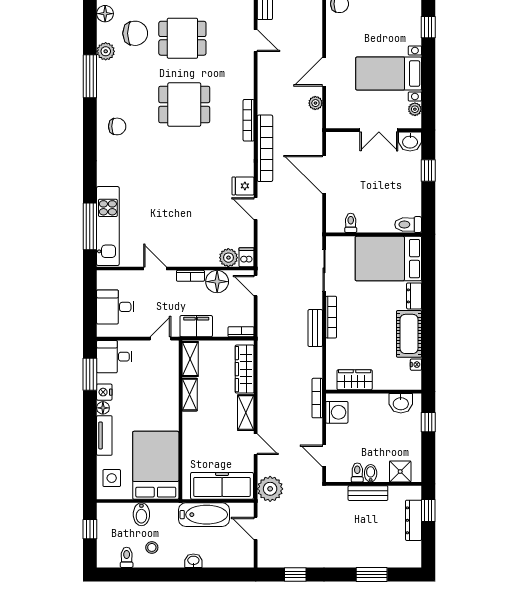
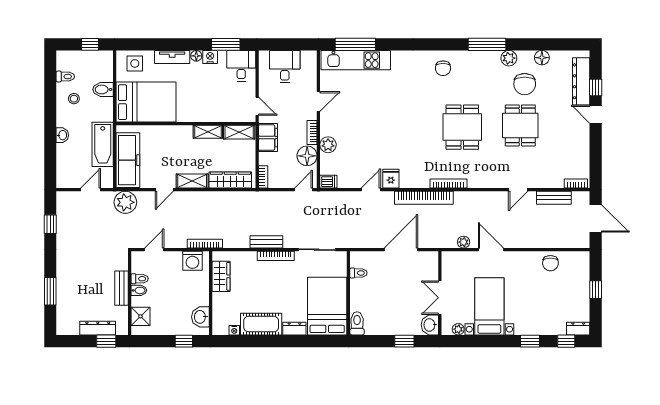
plant: (228, 258) -> (328, 145), moved

